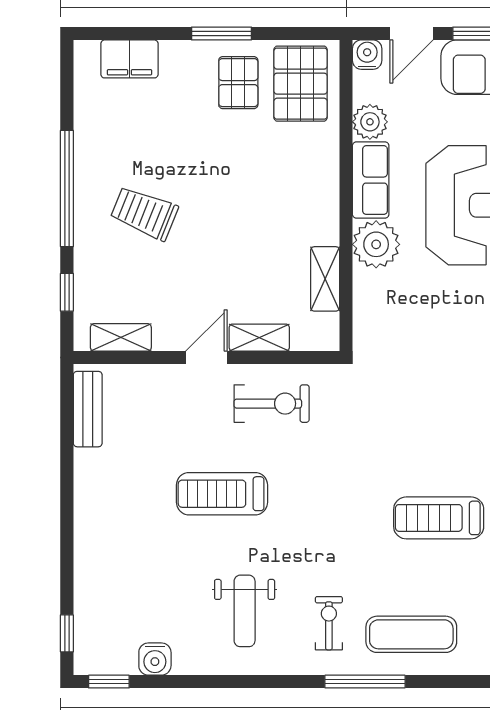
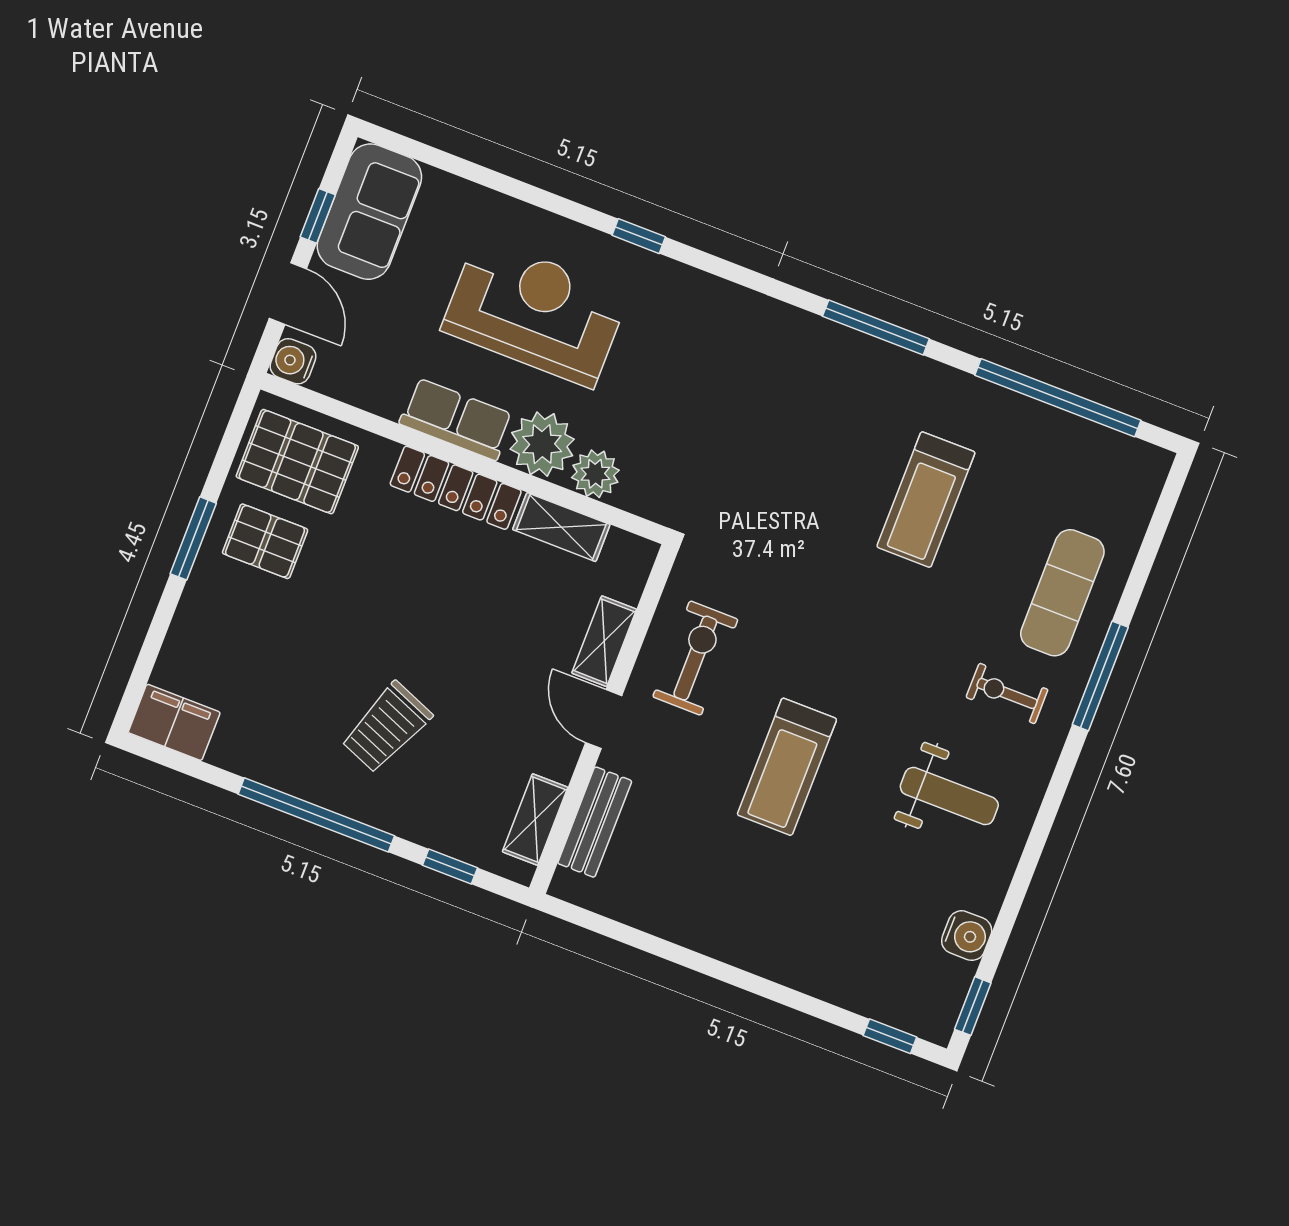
filing cabinet: (129, 59) -> (174, 722), moved, turned -90
plant: (370, 122) -> (595, 474), moved
locker: (324, 197) -> (456, 488), added
bench: (88, 409) -> (595, 822), moved, turned 90

